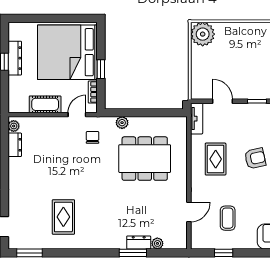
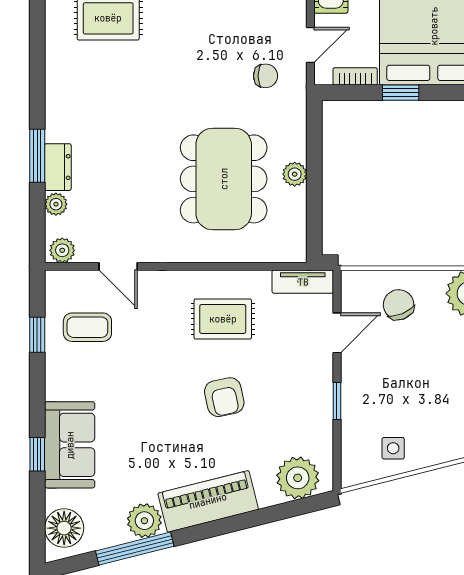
chair: (208, 70) -> (399, 305), added
door: (77, 115) -> (310, 45), hinge flipped
plant: (122, 123) -> (295, 174), moved
coffee table: (228, 218) -> (87, 327), moved
plant: (181, 240) -> (62, 250), added

